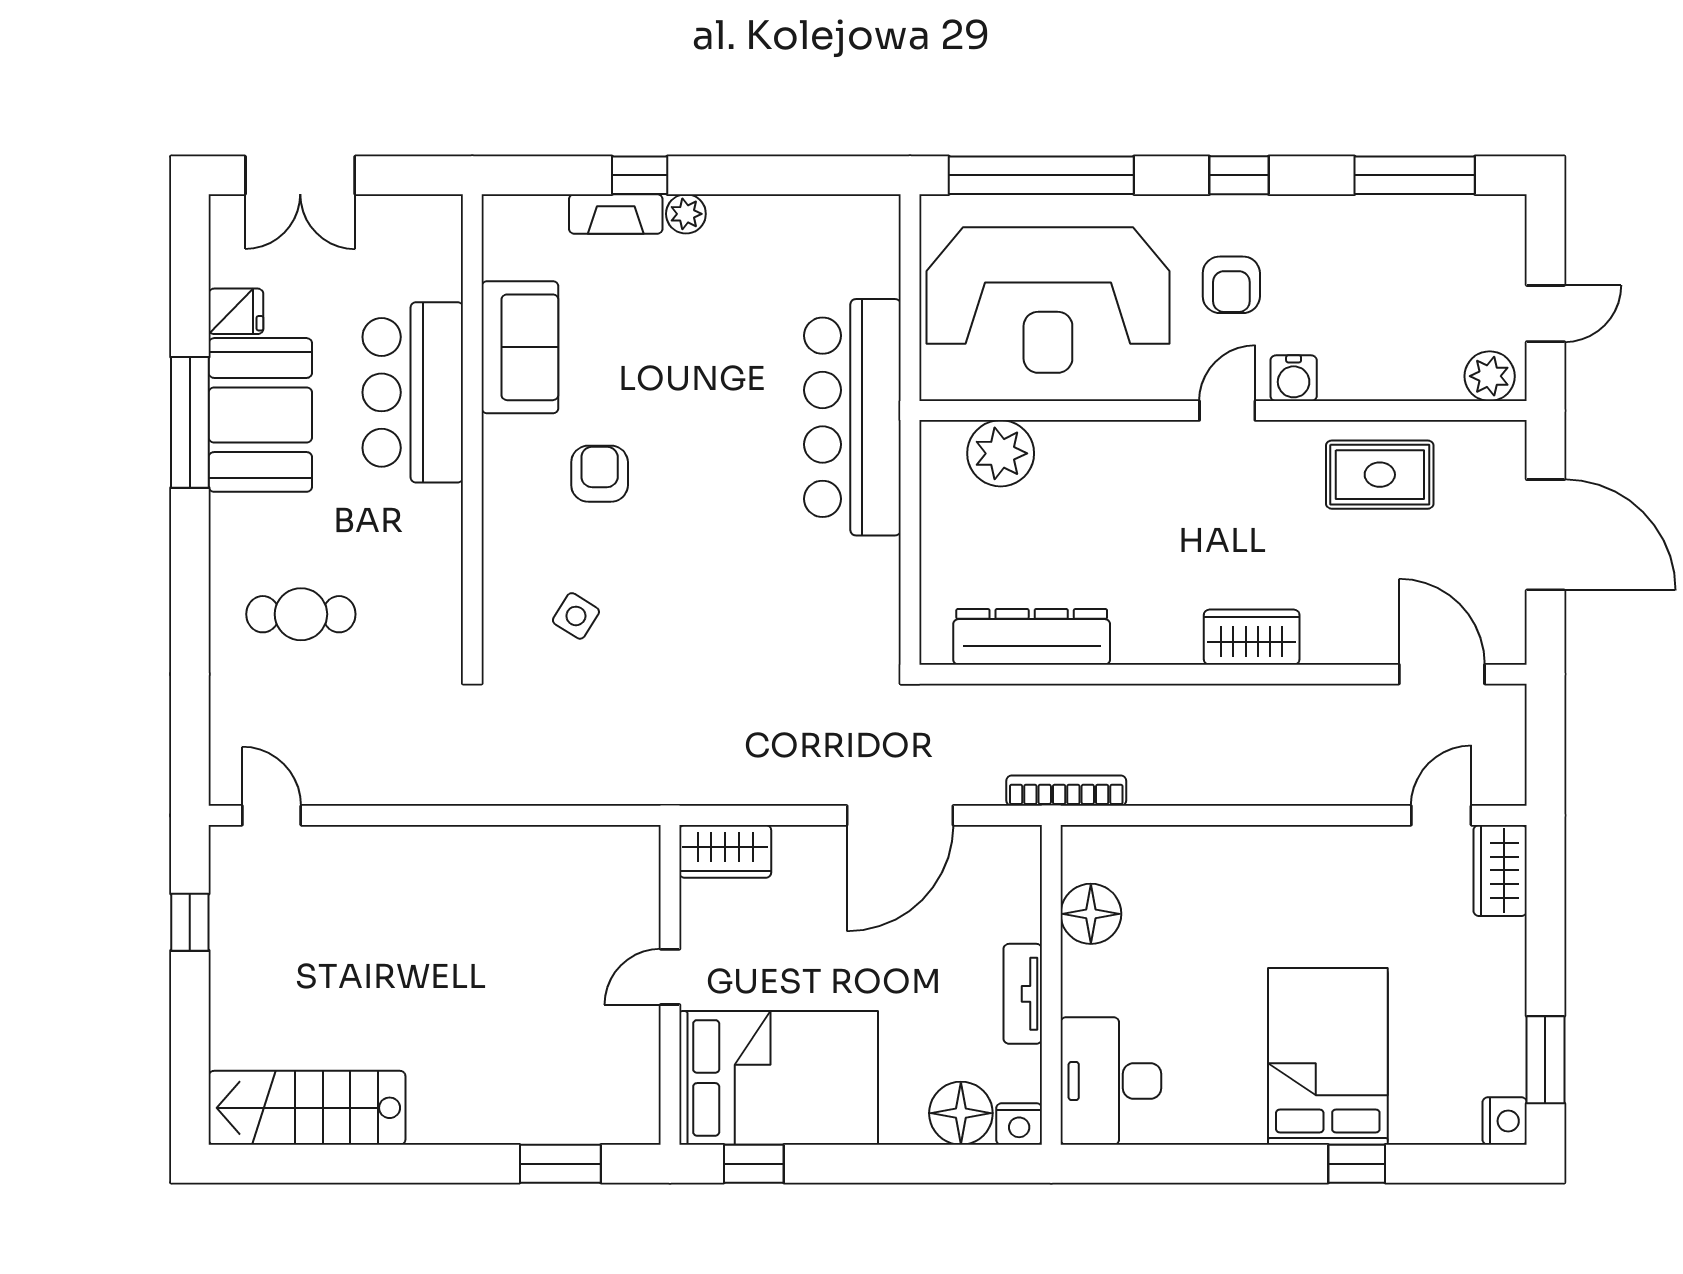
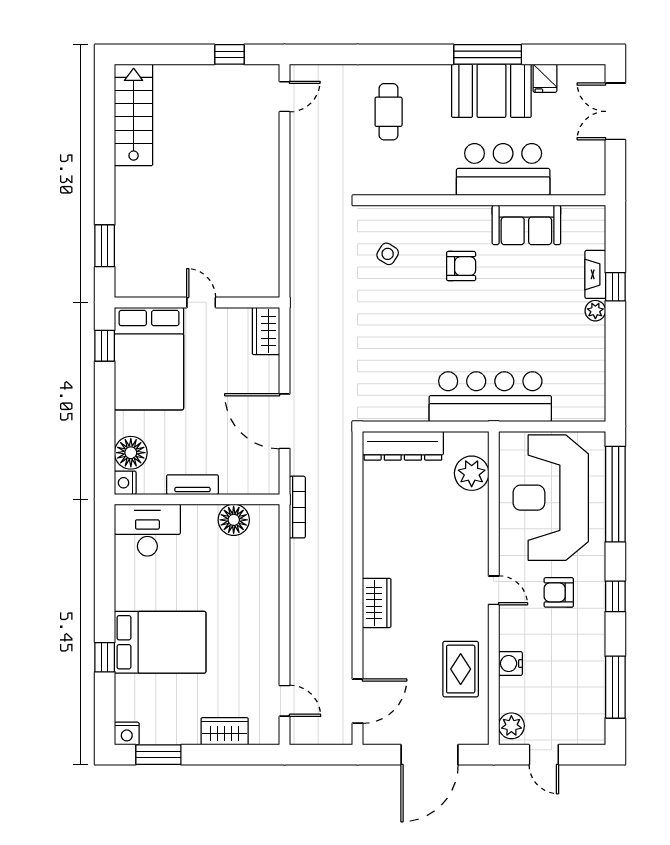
water cooler: (1294, 378) -> (510, 663), moved
dresser: (1032, 637) -> (403, 446), moved, turned 90
wardrobe: (1500, 870) -> (225, 731), moved

